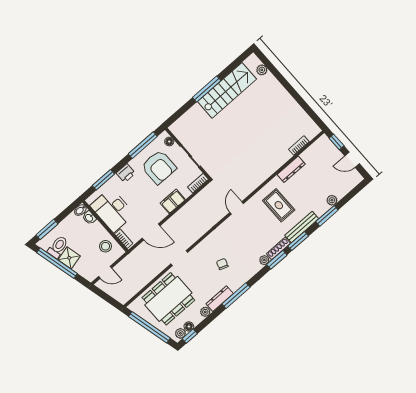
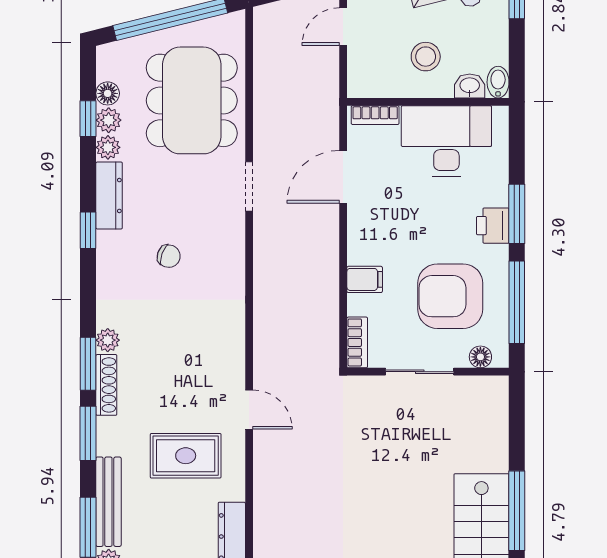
window: (103, 180) -> (517, 214), moved
filing cabinet: (173, 201) -> (365, 279), width x0.50
door: (237, 208) -> (249, 410), moved
bench: (302, 227) -> (108, 502), moved
stool: (105, 246) -> (426, 57), moved
window: (236, 296) -> (88, 230), width x0.46
plant: (180, 333) -> (109, 120), moved
window: (190, 336) -> (88, 119), moved

